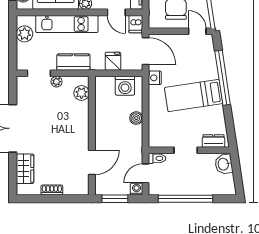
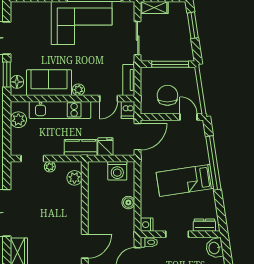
door: (116, 12) -> (109, 98), hinge flipped
door: (146, 51) -> (138, 137), hinge flipped
kitchen counter: (73, 62) -> (81, 147), moved
nightstand: (155, 78) -> (147, 225), moved

